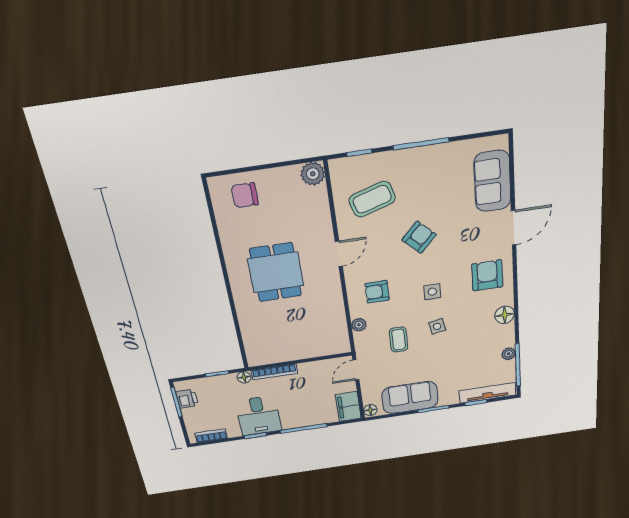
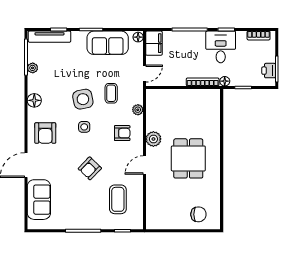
plant: (313, 174) -> (153, 139), moved
coffee table: (372, 199) -> (118, 199), turned -73
side table: (437, 326) -> (83, 99), width x1.87, depth x1.87

